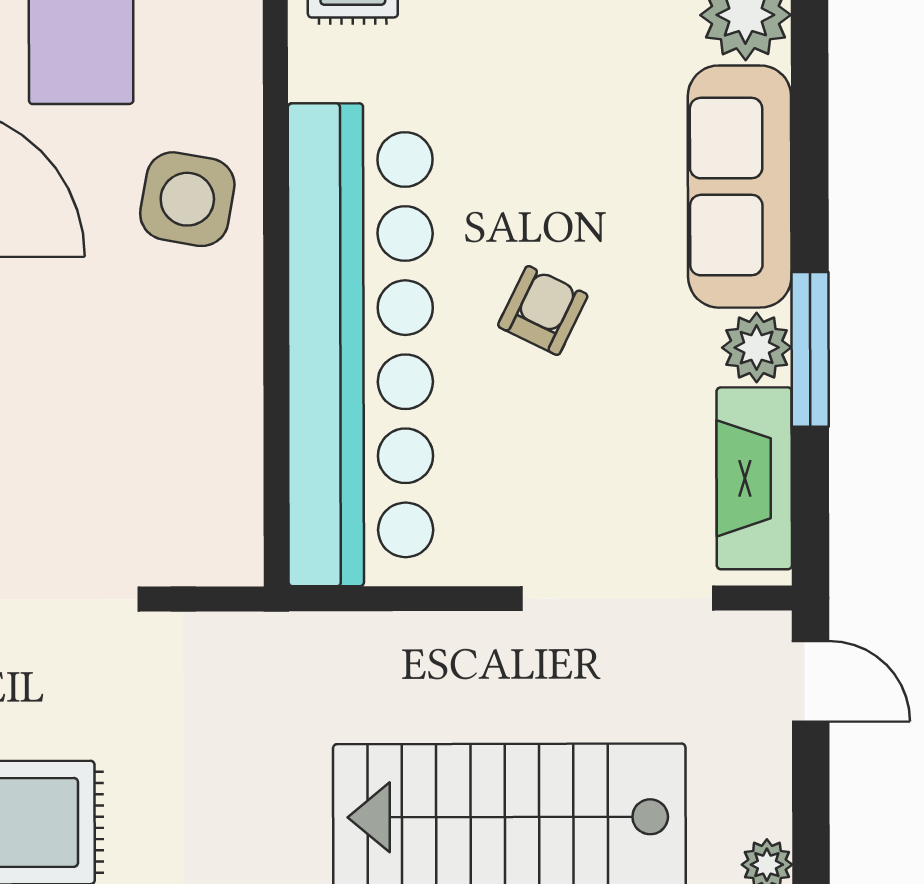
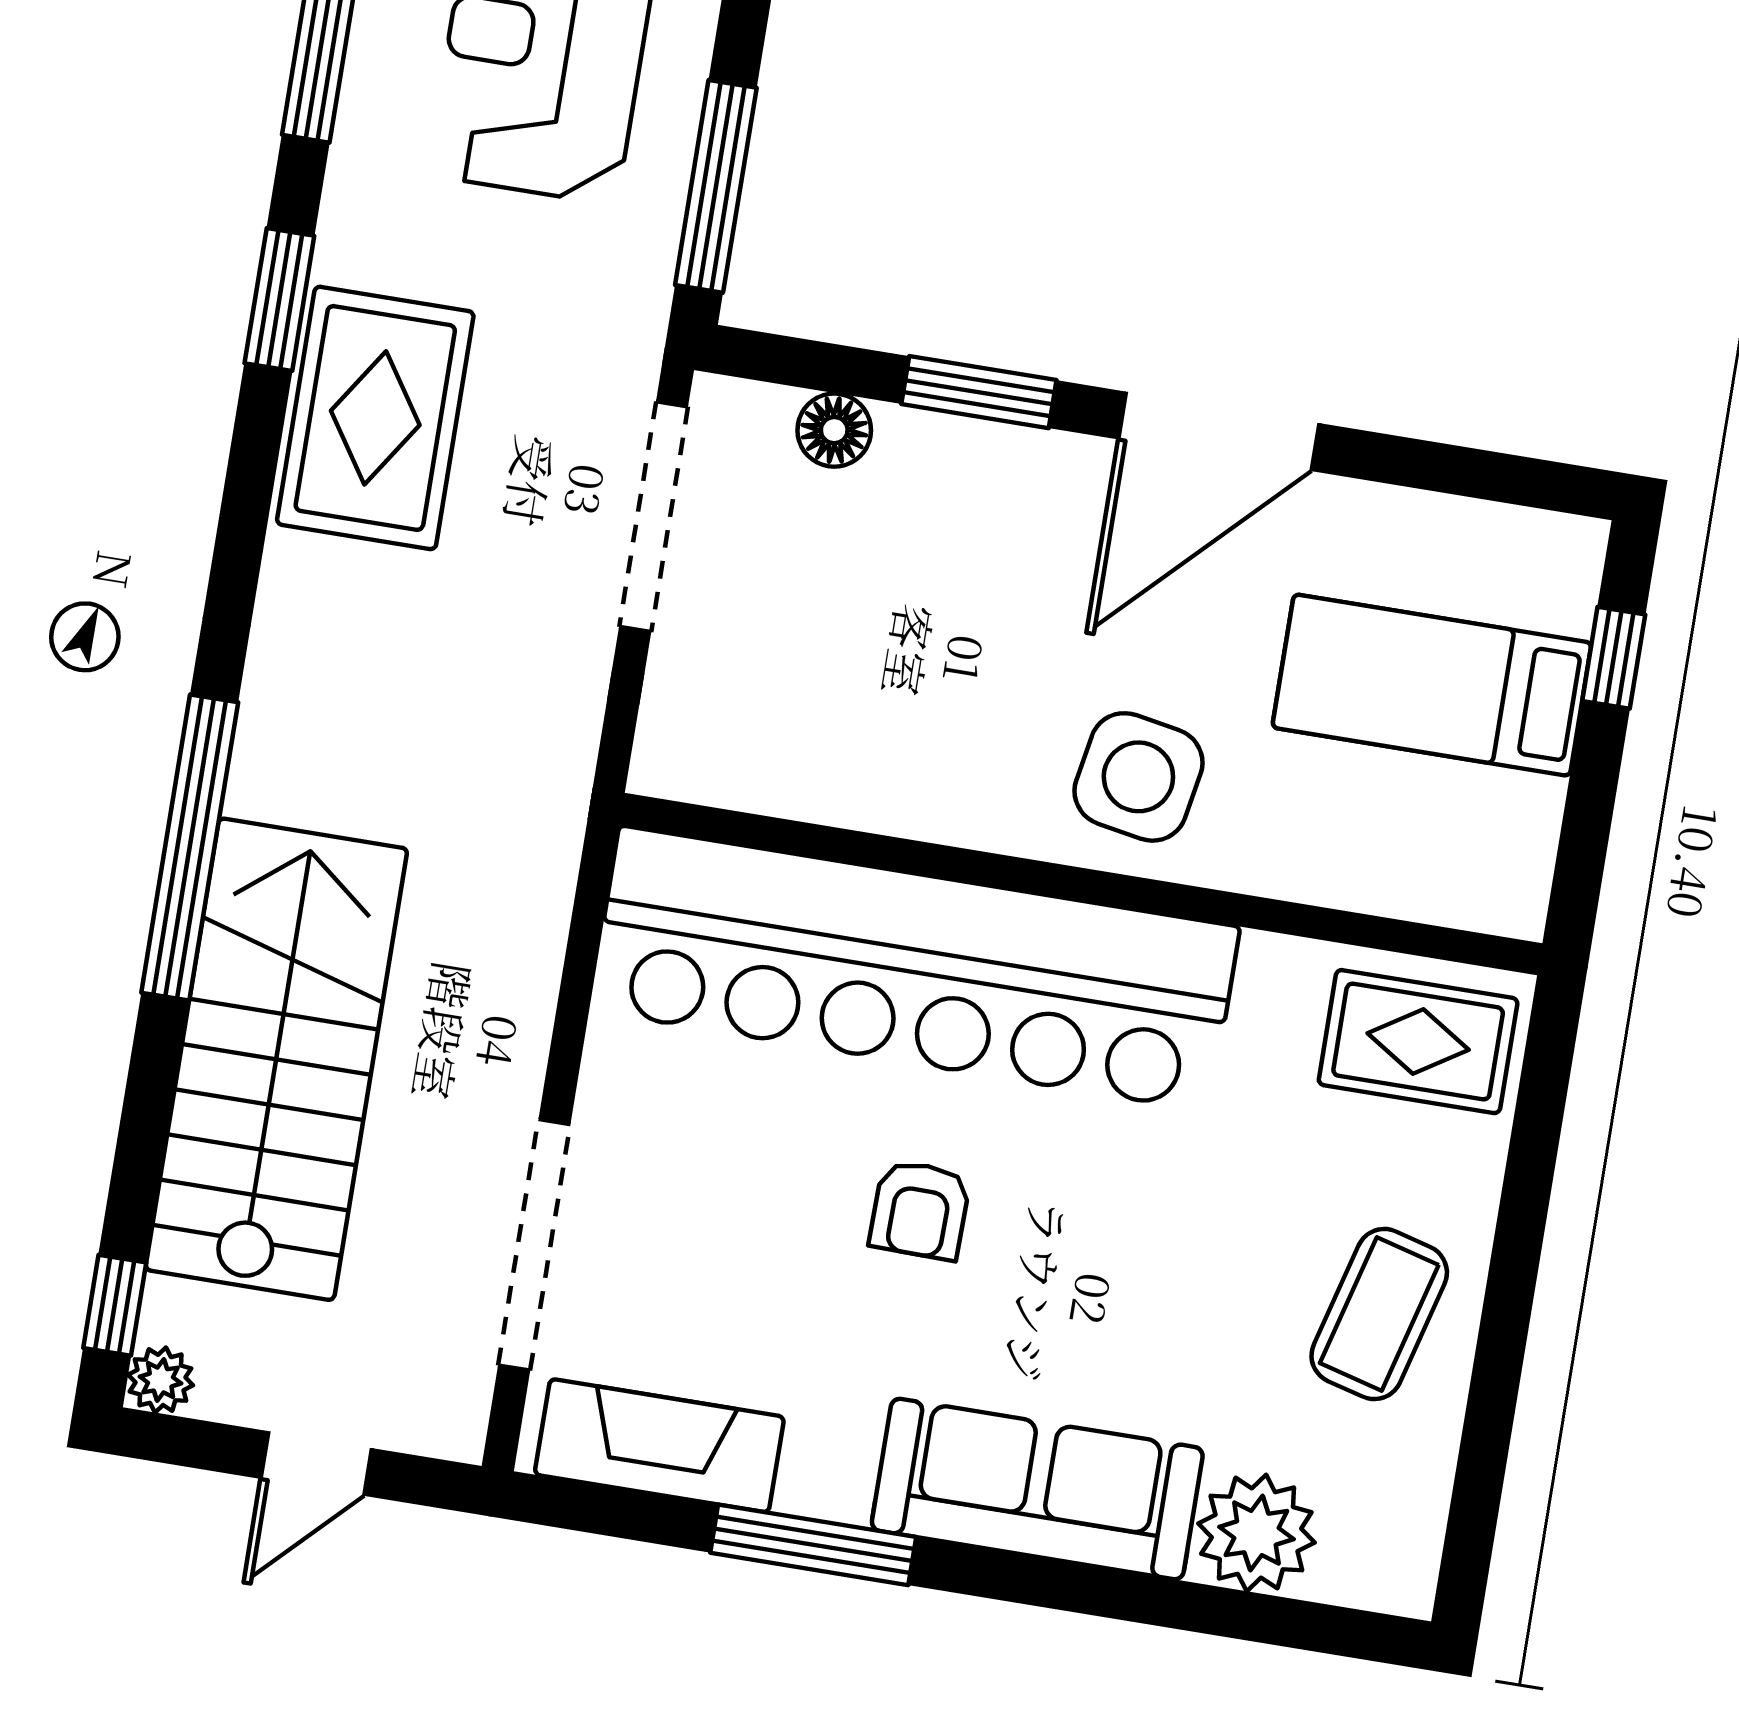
armchair: (543, 310) -> (920, 1210), turned 65
plant: (757, 347) -> (827, 1477), removed
door: (811, 681) -> (316, 1463), moved

